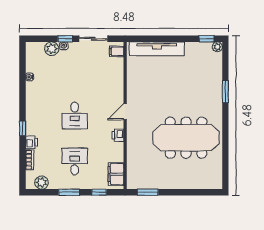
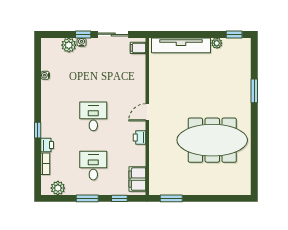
plant: (217, 47) -> (217, 43), moved
desk: (75, 115) -> (93, 116), turned 180

